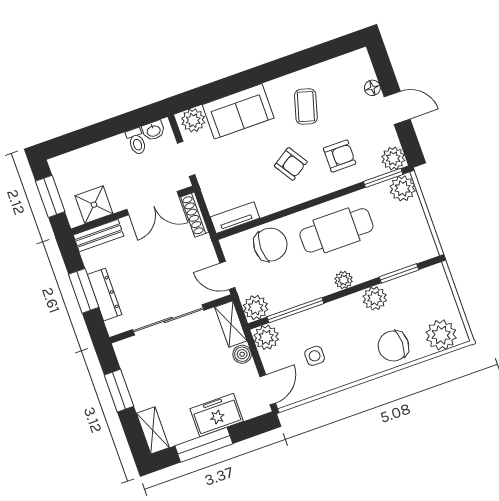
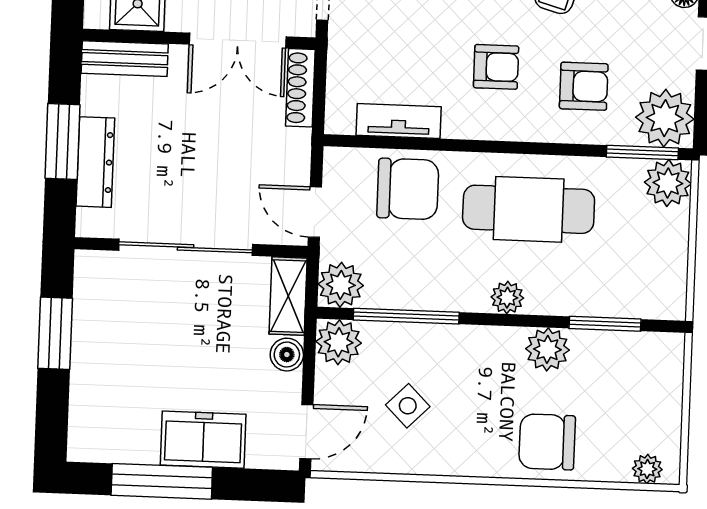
plant: (393, 158) -> (665, 118), width x1.36, depth x1.36
armchair: (291, 164) -> (496, 67), turned -57
tv unit: (235, 218) -> (399, 121), moved
plant: (441, 335) -> (647, 469), width x0.53, depth x0.53
side table: (315, 356) -> (408, 406), turned 45
shelving: (153, 430) -> (85, 423), removed

